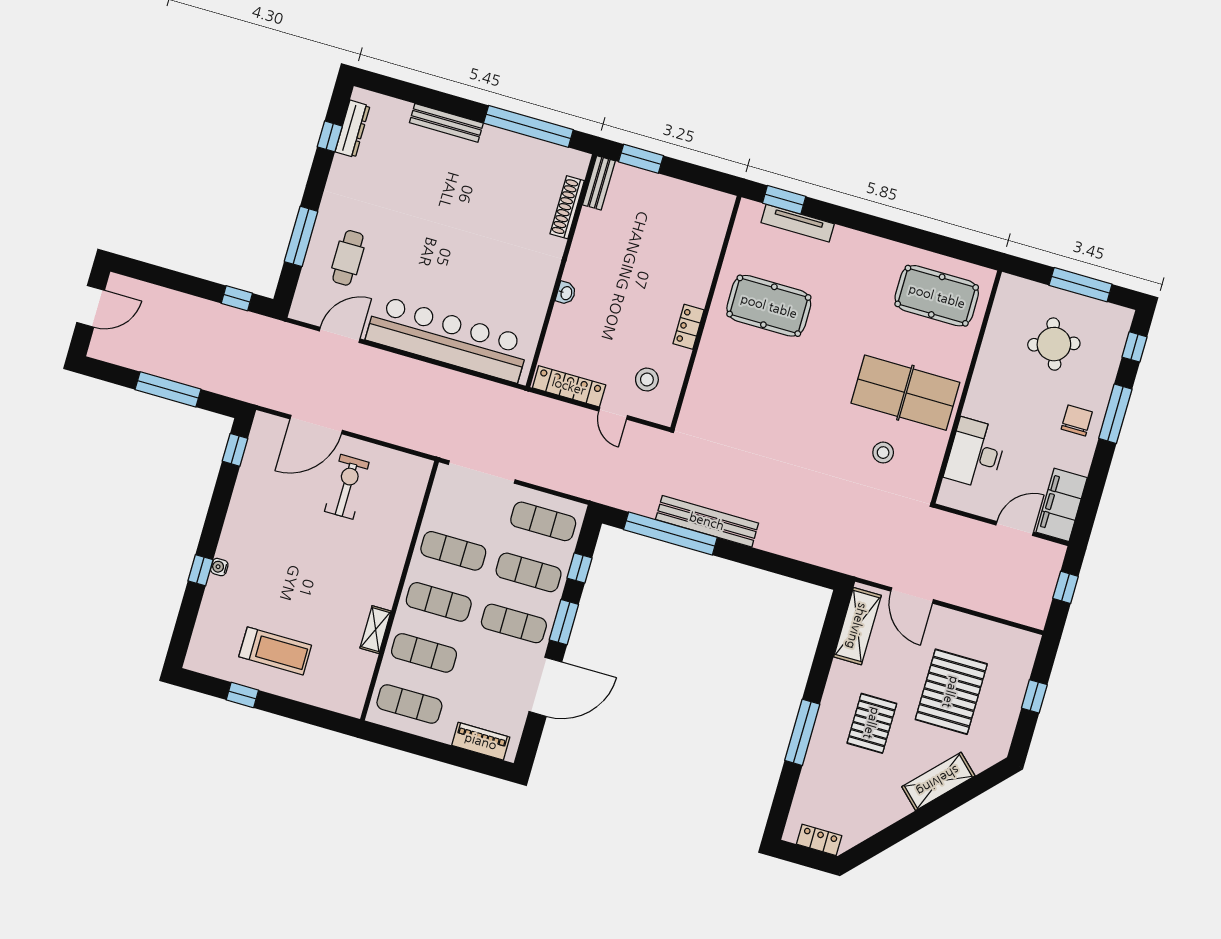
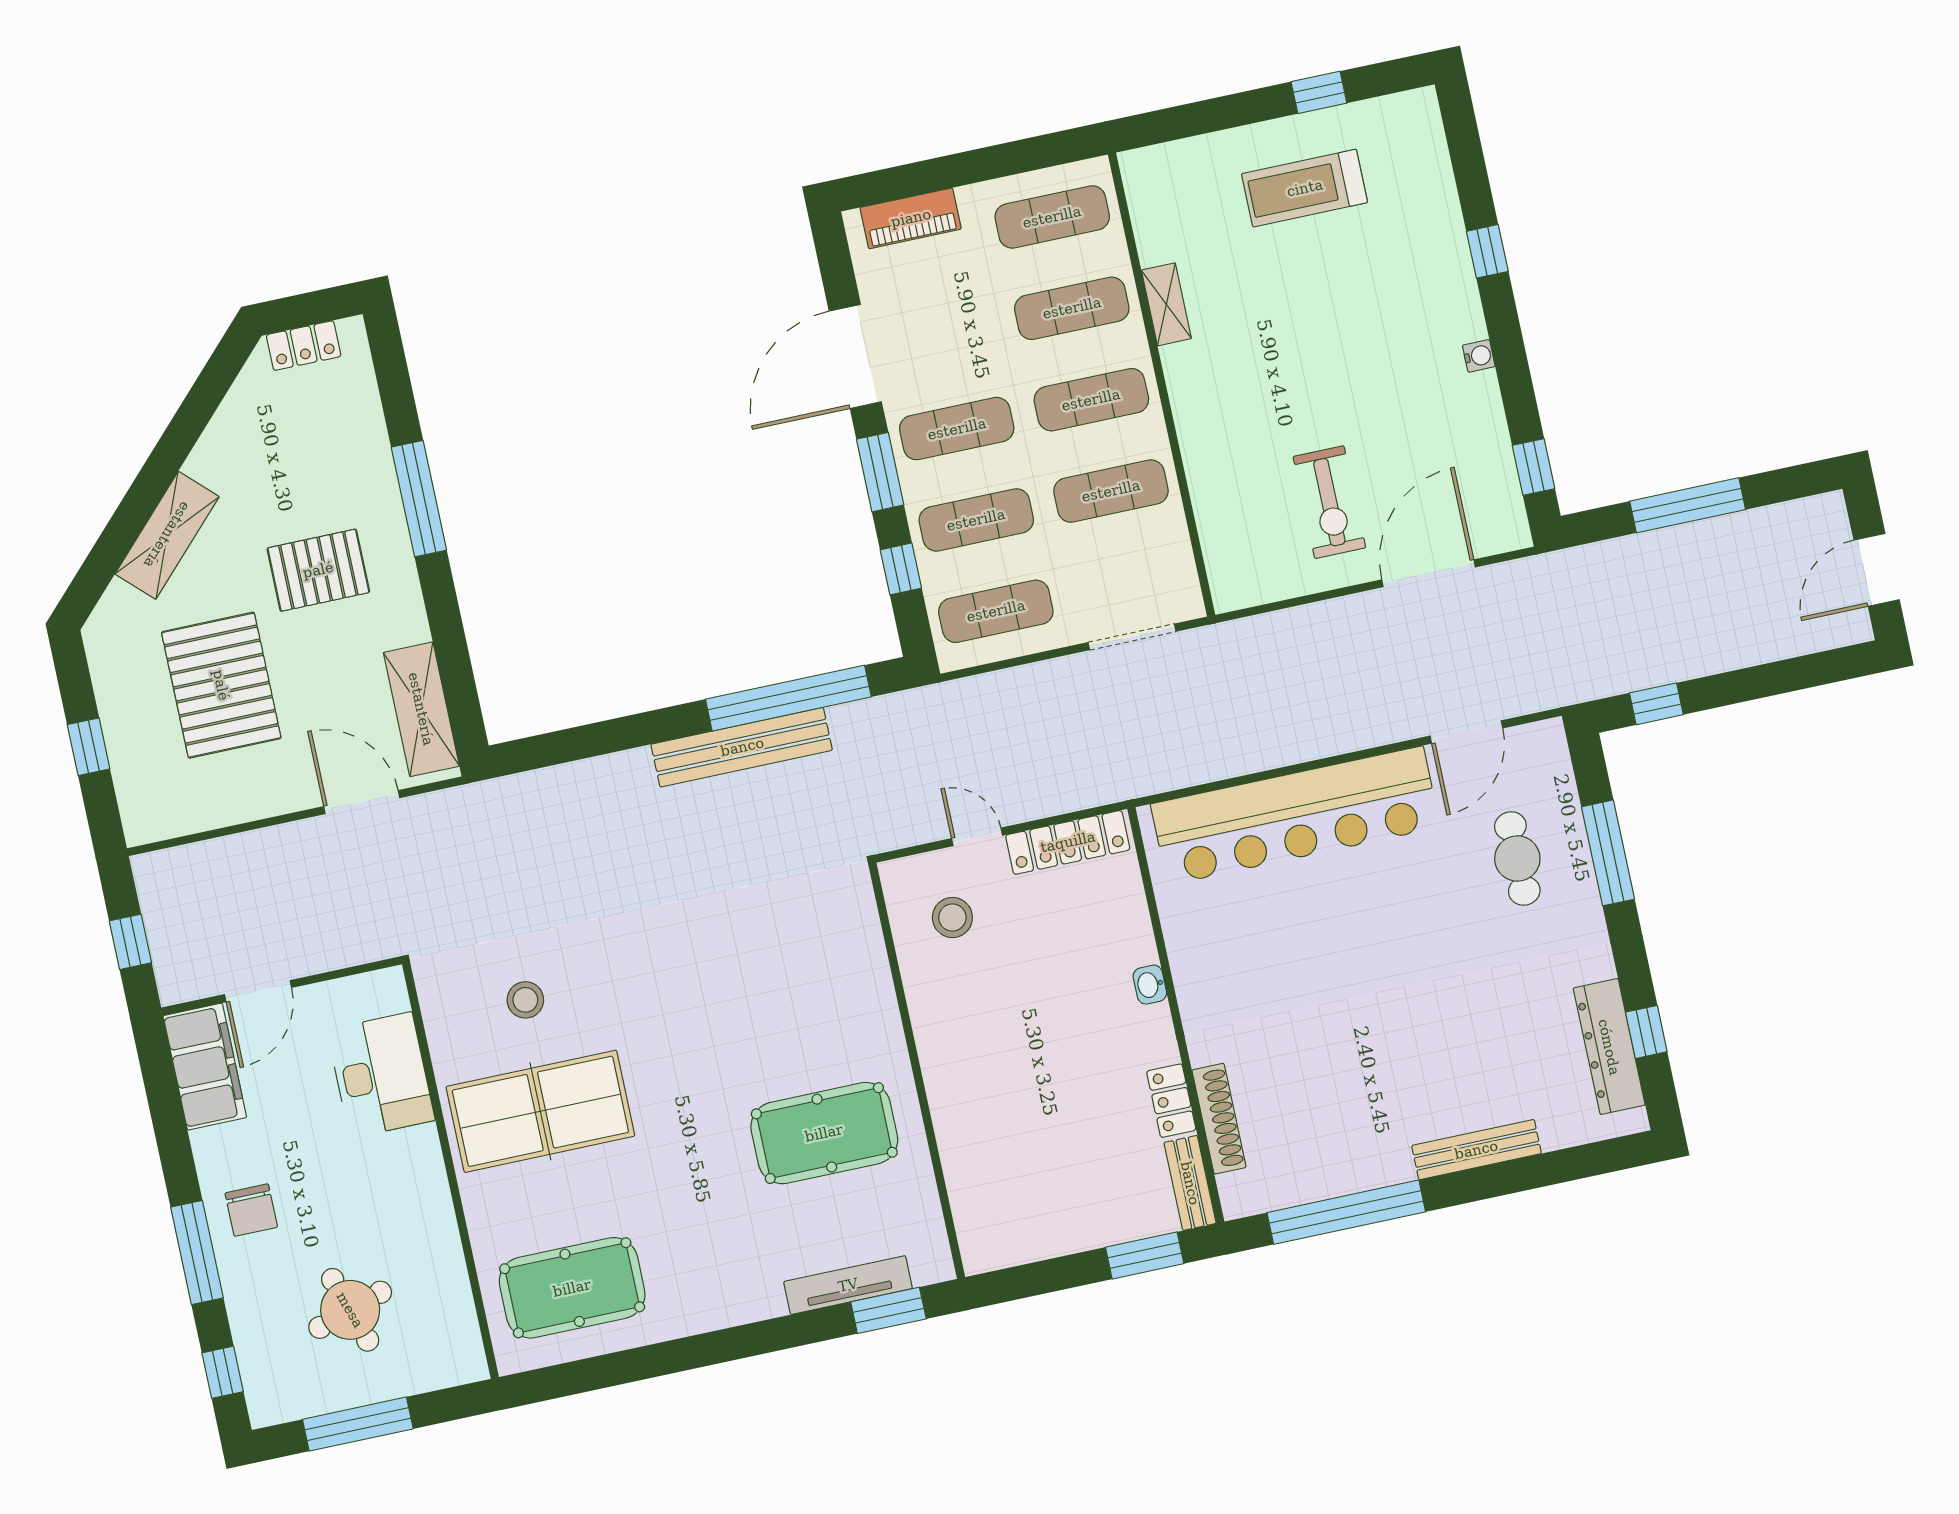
dresser: (353, 129) -> (1609, 1047), width x1.37, depth x1.24
locker: (688, 327) -> (1171, 1101), moved, turned 180
doorway: (482, 472) -> (1132, 637), width x0.73
water cooler: (219, 567) -> (1479, 356), moved
pallet: (872, 723) -> (318, 570), turned 90

